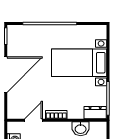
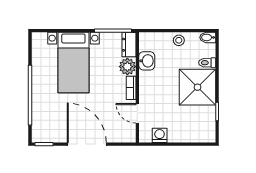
plant: (75, 111) -> (127, 67), added

